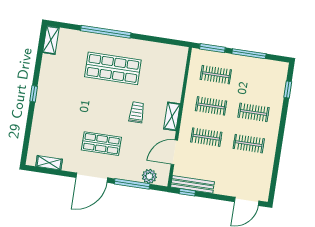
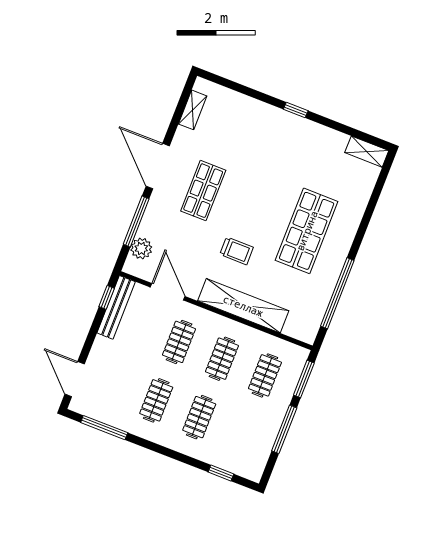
window: (106, 32) -> (337, 293), moved
shelving: (172, 116) -> (243, 306), width x2.20, depth x1.33
window: (275, 174) -> (104, 428), added

